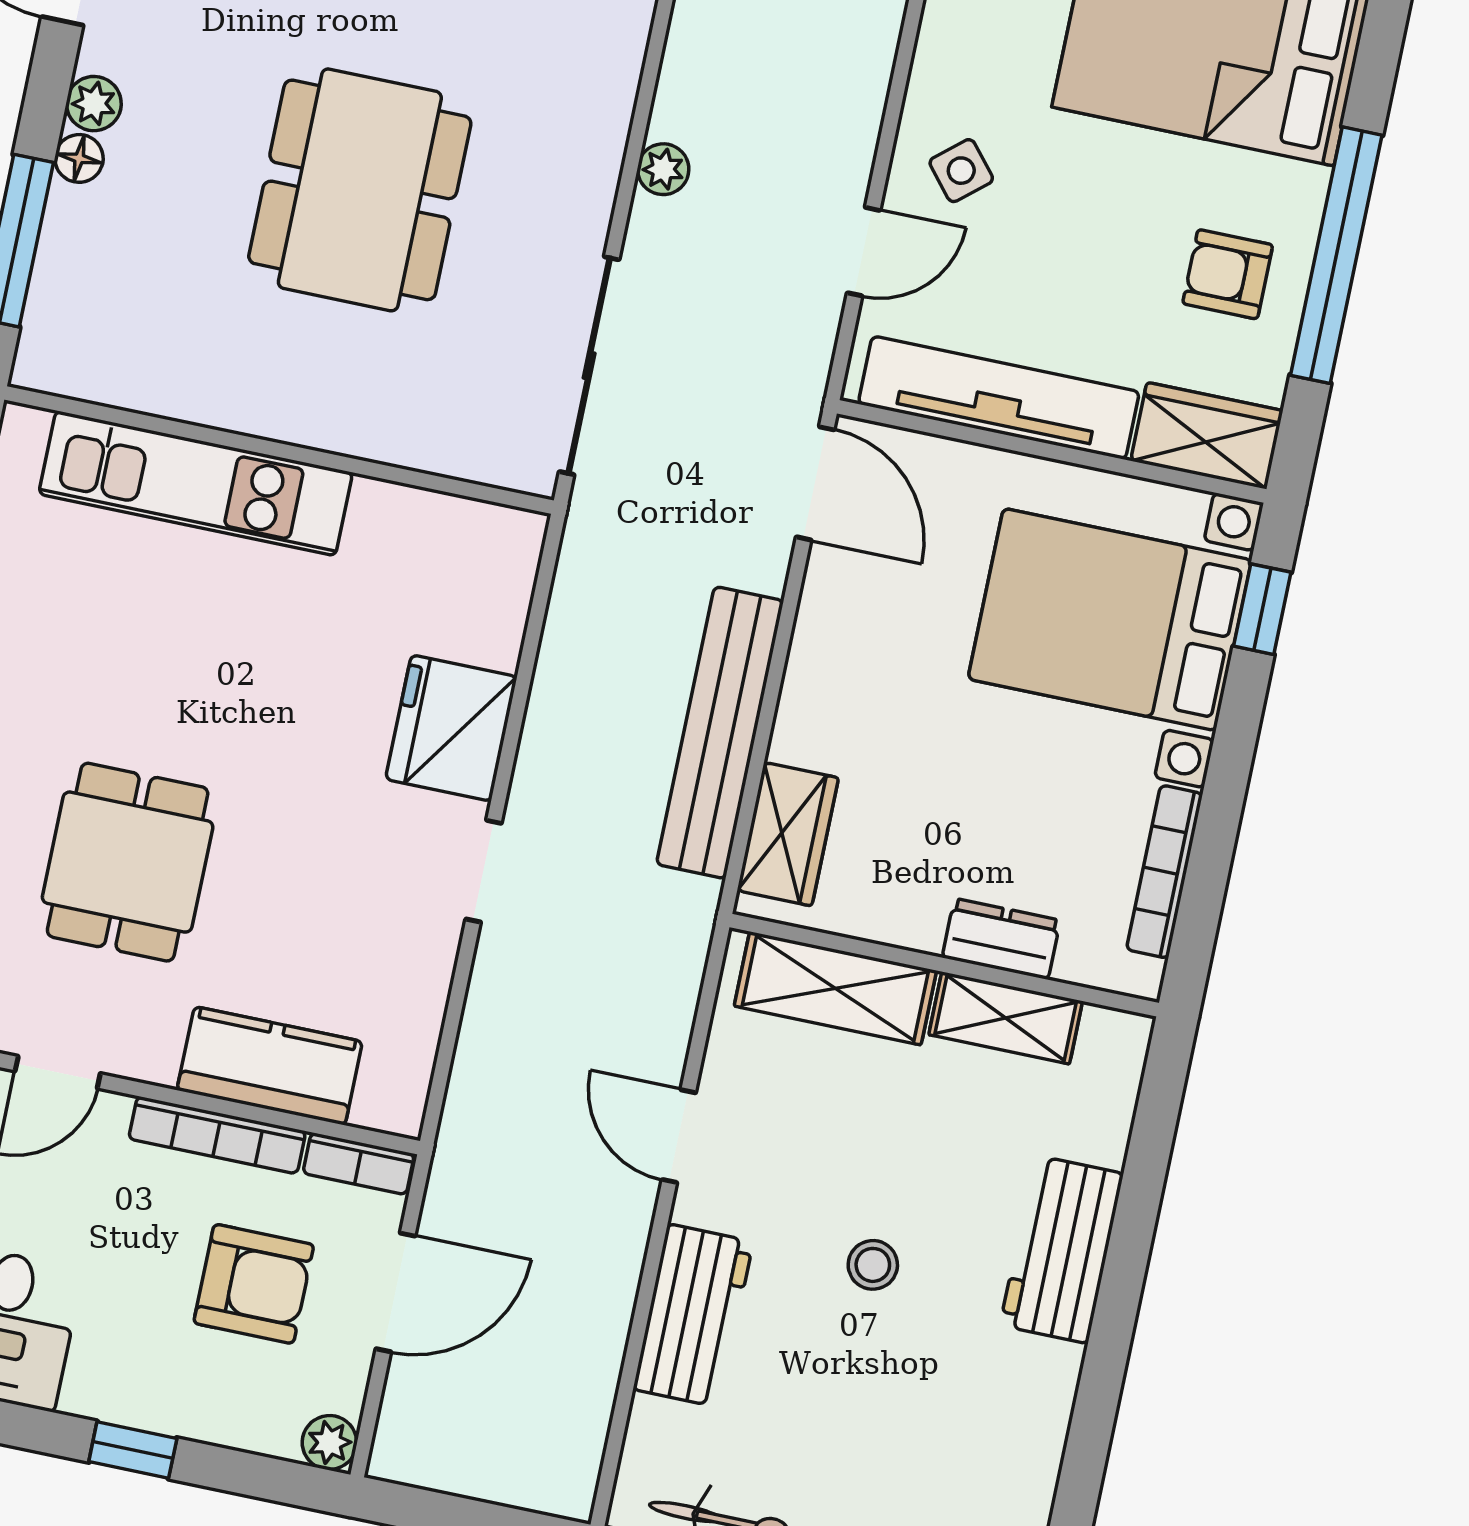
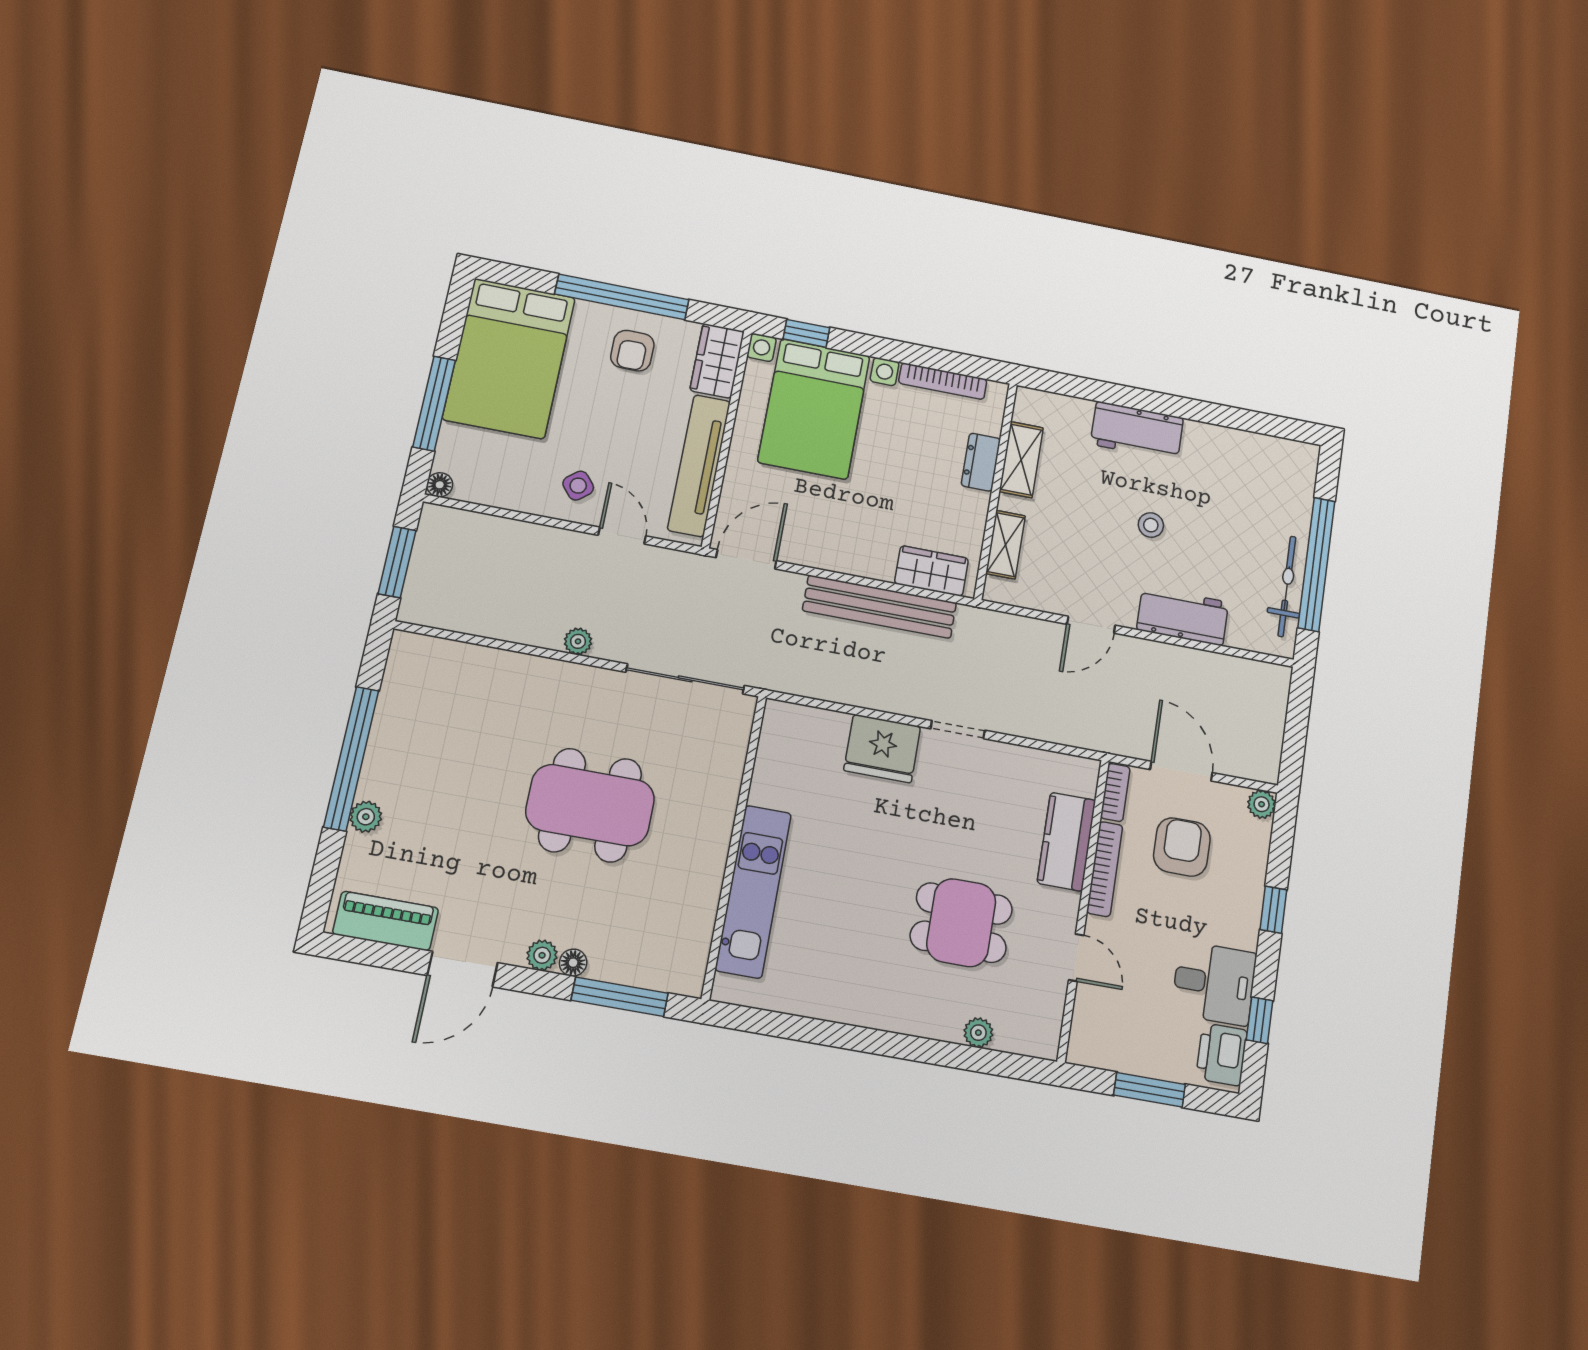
shelving: (835, 988) -> (1006, 545), width x0.67, depth x0.75

